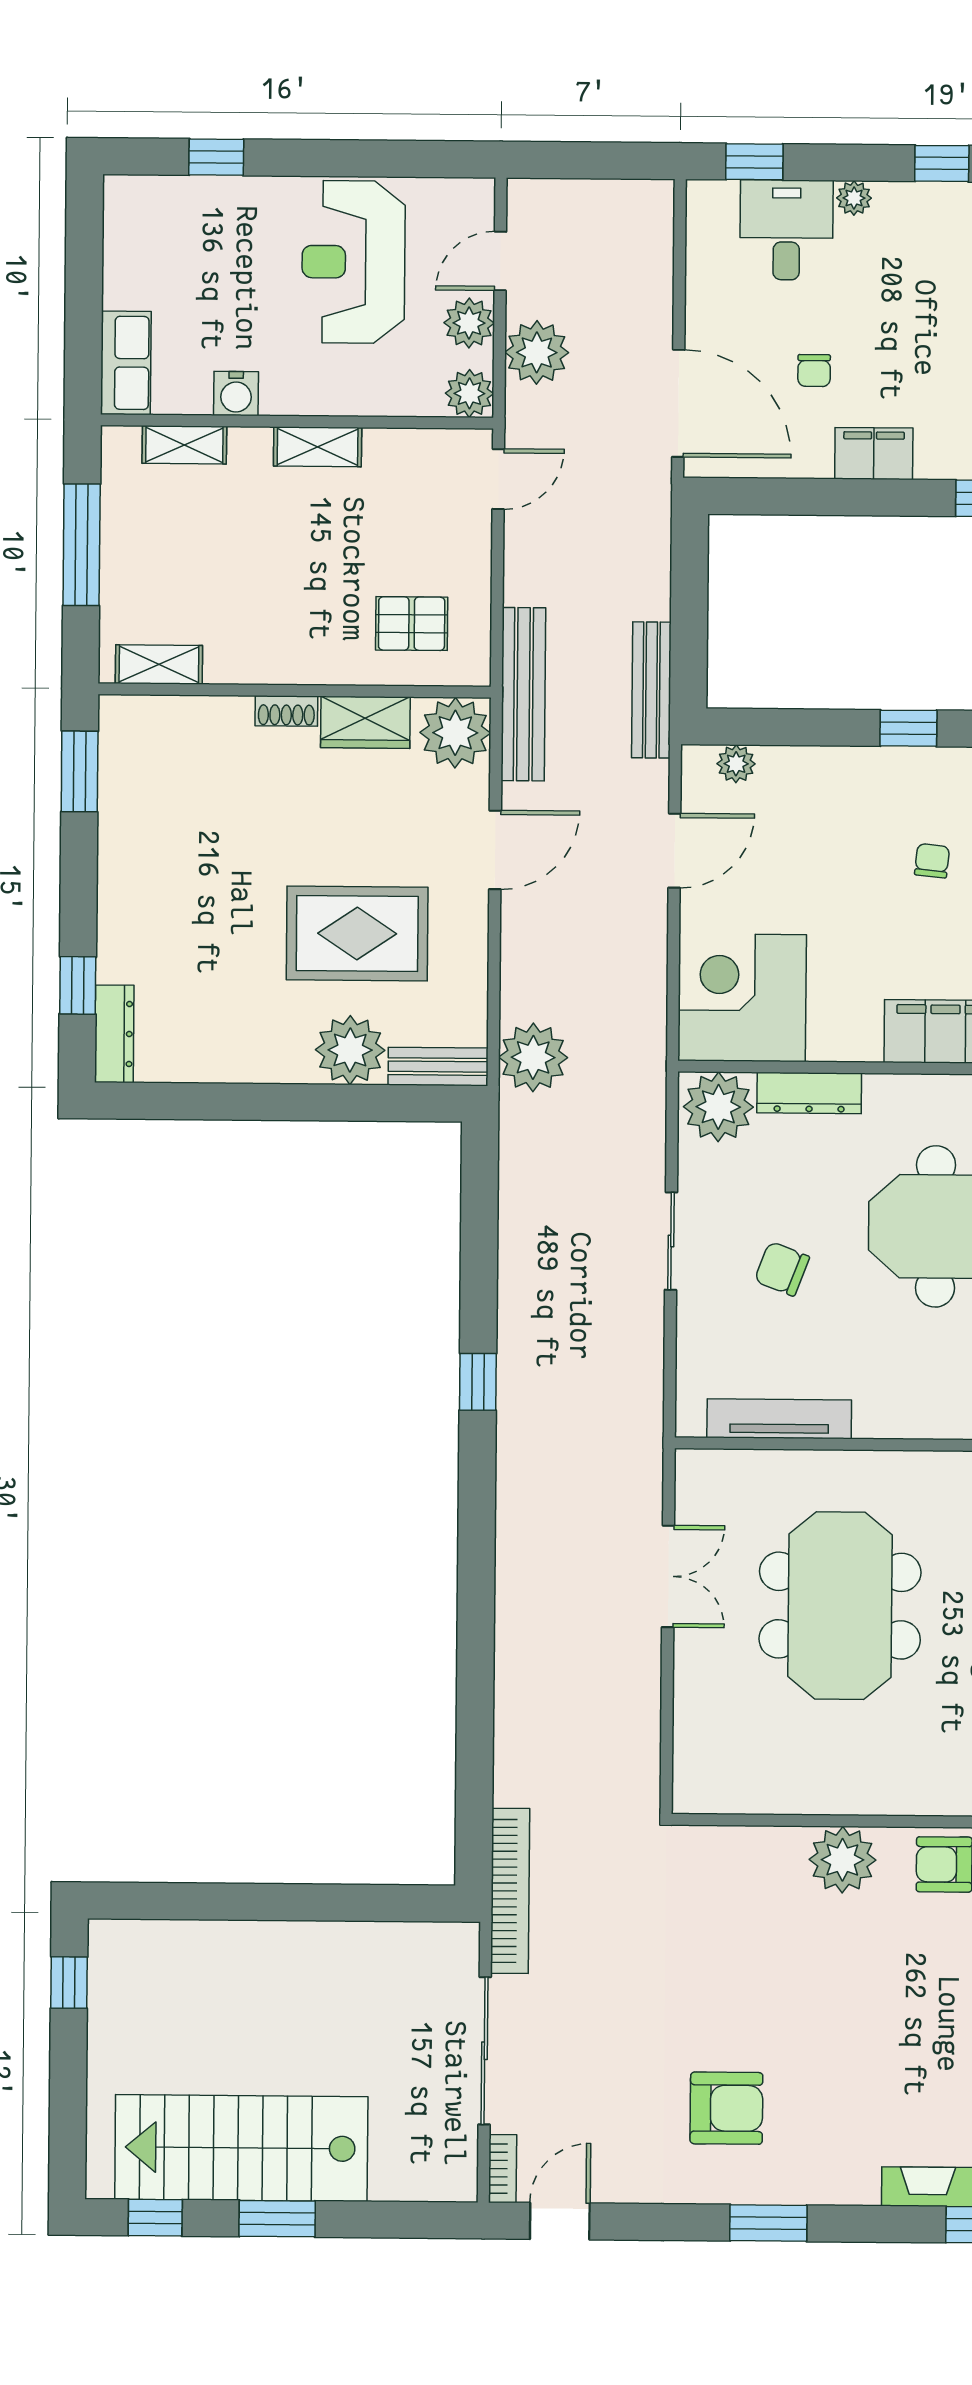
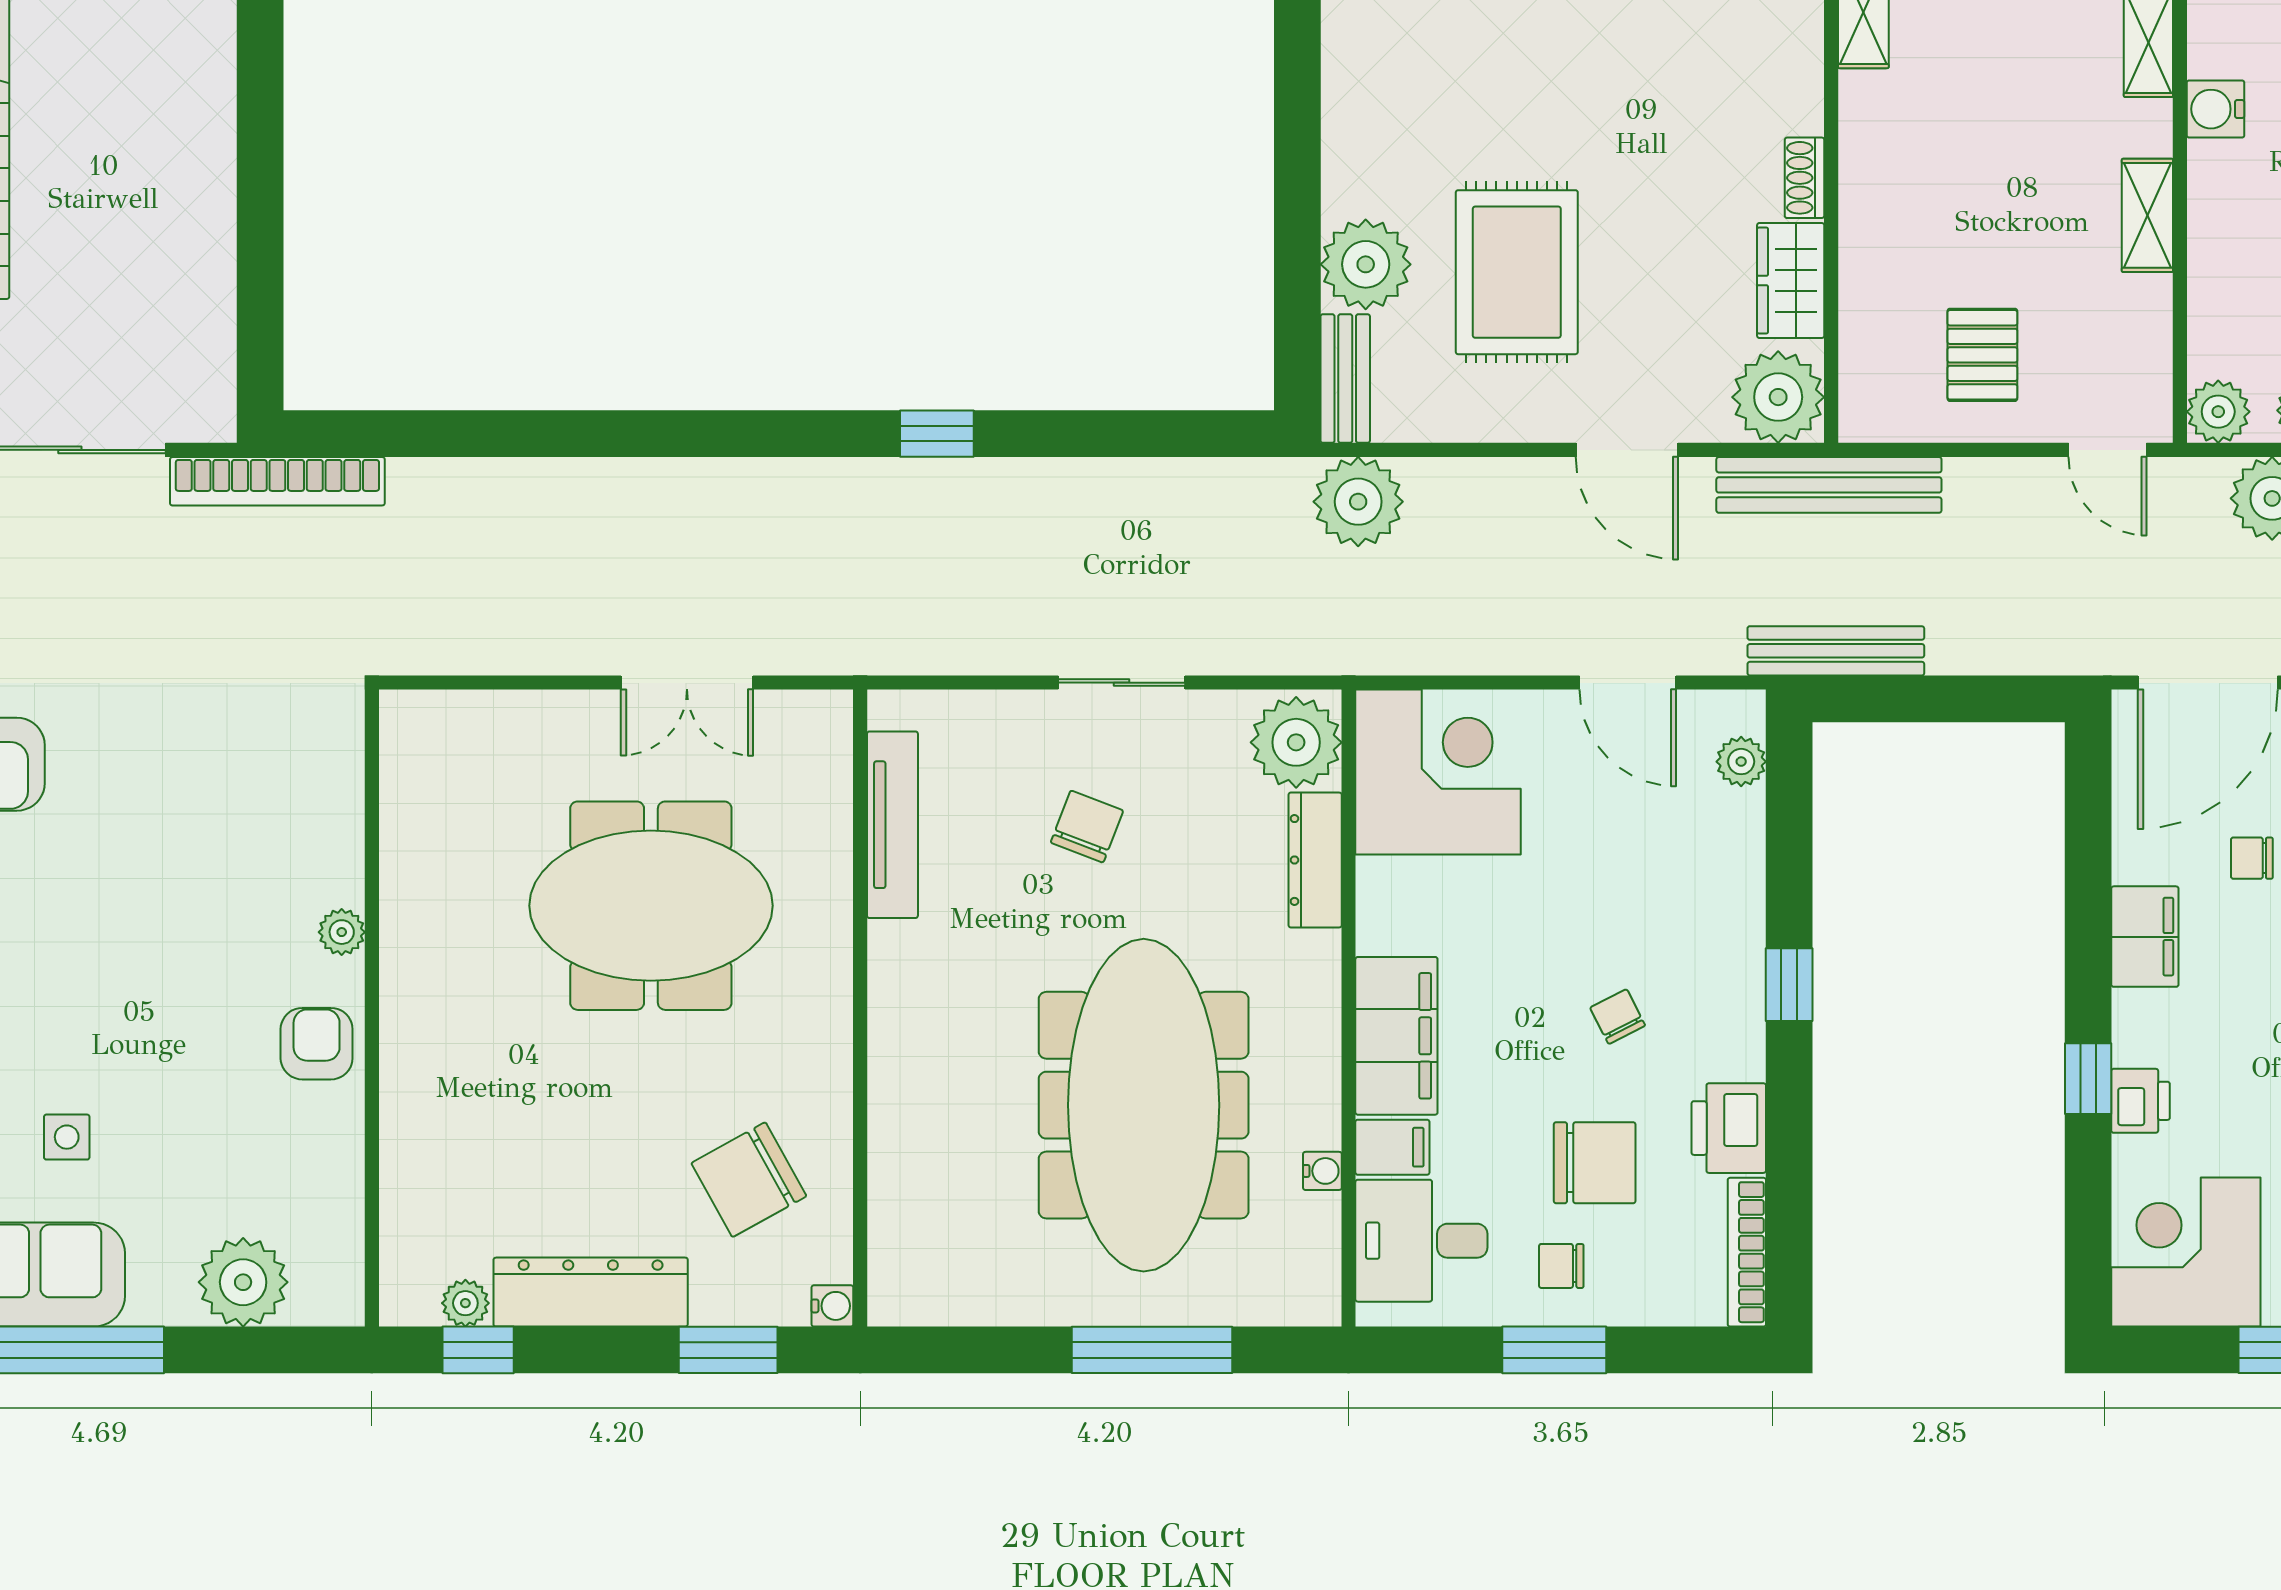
pallet: (412, 624) -> (1982, 355), moved
chair: (932, 861) -> (1618, 1017), turned -123
plant: (842, 1860) -> (342, 932), width x0.53, depth x0.53

